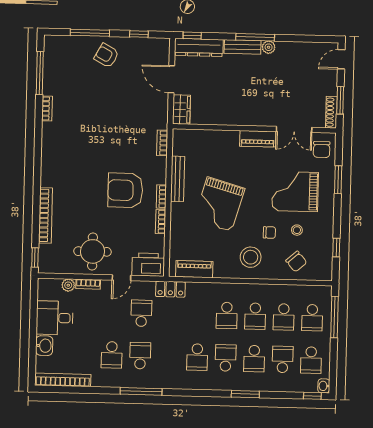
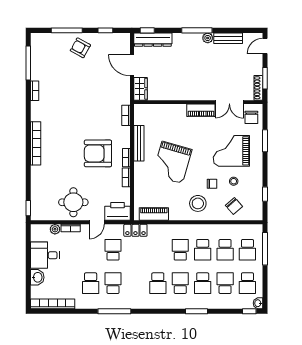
bench: (243, 47) -> (228, 38), moved
bookcase: (45, 215) -> (36, 143), moved
school desk: (227, 315) -> (180, 250), turned 180

